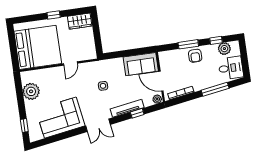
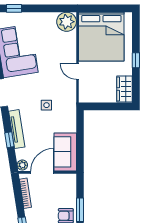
plant: (31, 91) -> (67, 22), moved

